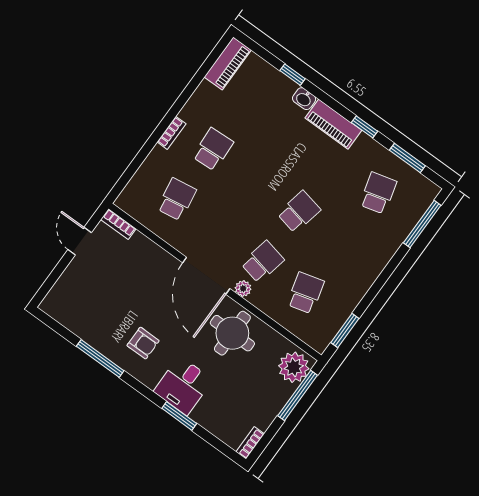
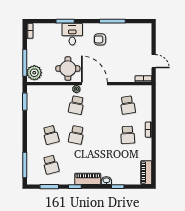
school desk: (306, 293) -> (51, 135), moved

